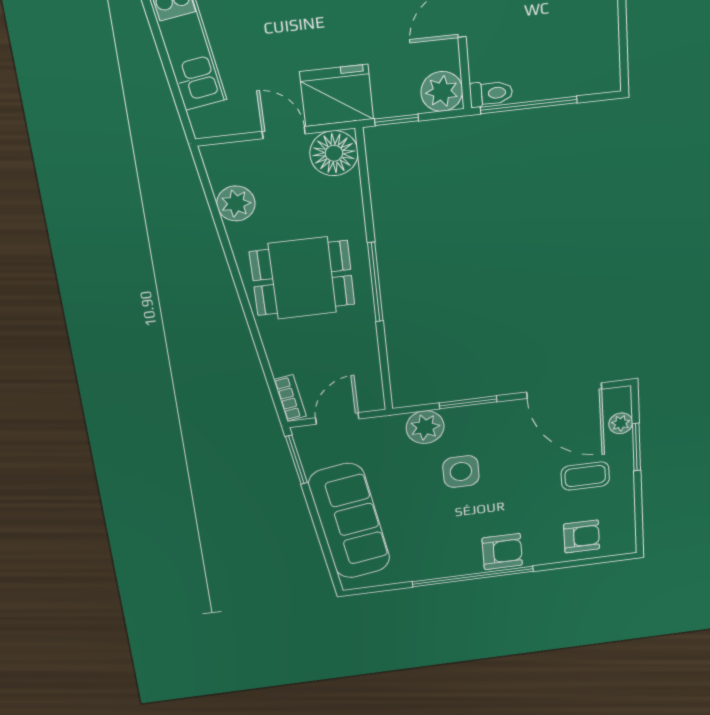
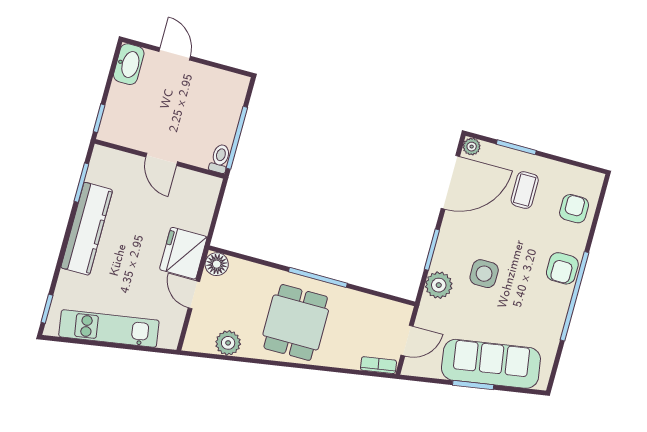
plant: (442, 91) -> (206, 188), removed
window: (397, 120) -> (214, 223), removed
door: (284, 133) -> (194, 295), hinge flipped
floor lamp: (334, 153) -> (217, 264), width x0.73, depth x0.73
door: (337, 418) -> (407, 341), swing flipped
plant: (621, 423) -> (472, 147), moved
window: (296, 460) -> (473, 385), moved
armchair: (502, 552) -> (562, 268), turned 180

